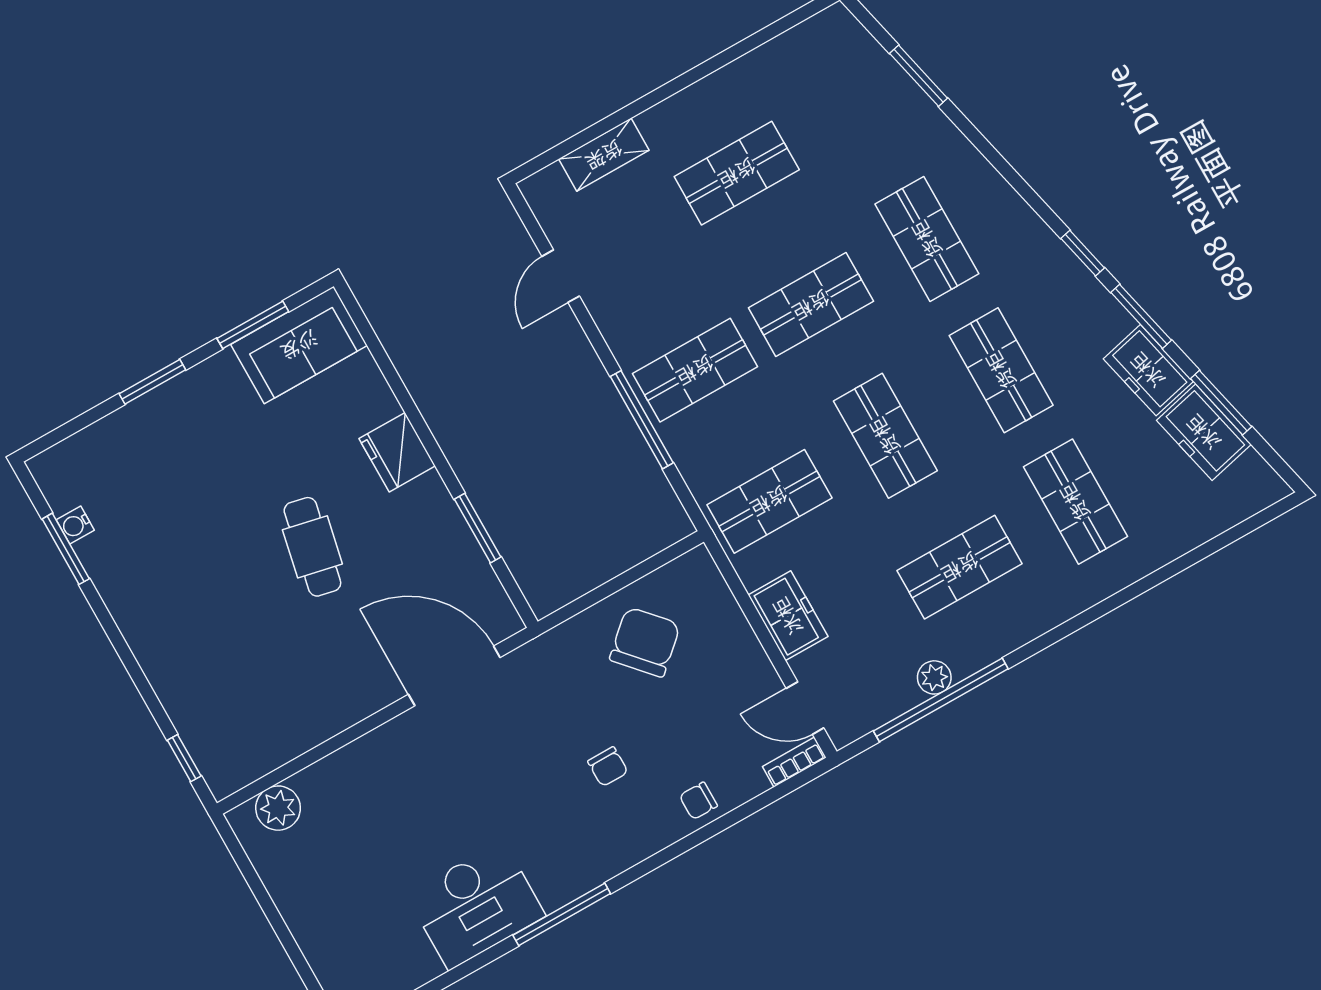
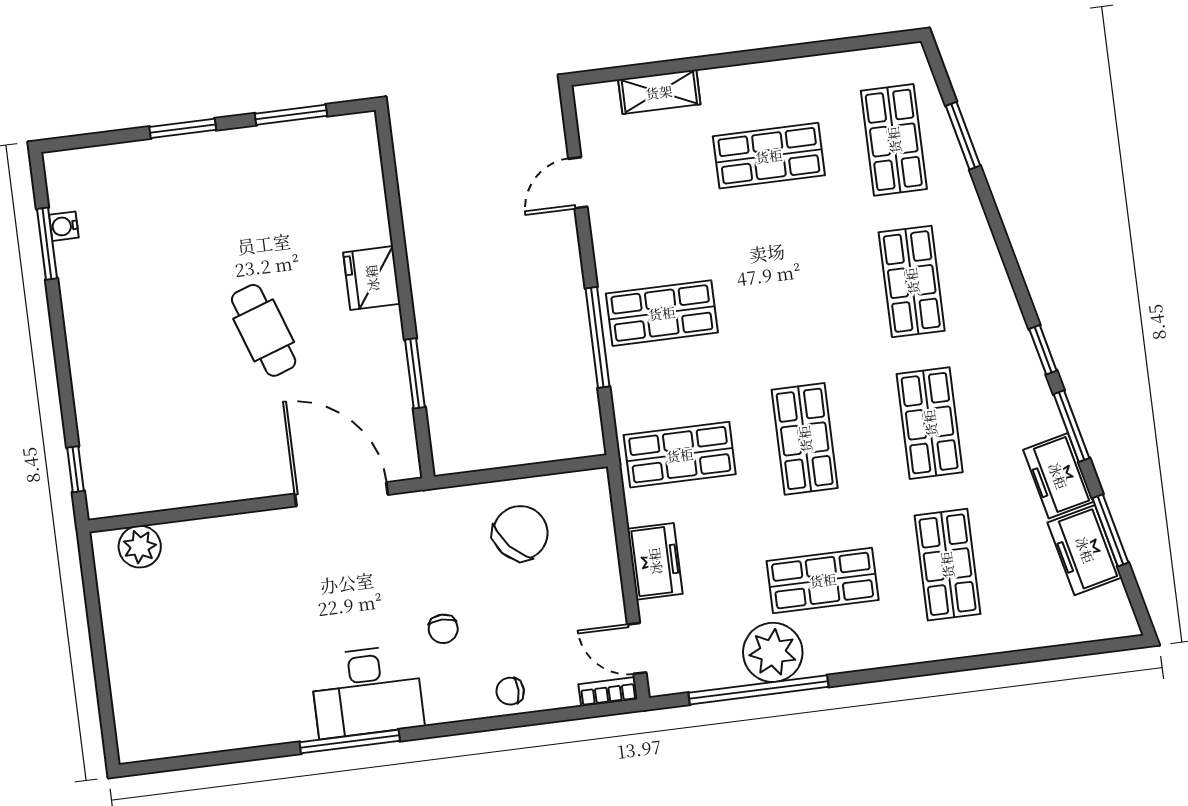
shop shelf: (811, 305) -> (894, 140), moved, turned 90
sofa: (299, 345) -> (324, 149), removed
cafe table: (312, 547) -> (264, 330), turned -31
plant: (934, 677) -> (773, 652), width x1.88, depth x1.88
desk: (476, 905) -> (367, 691), moved

